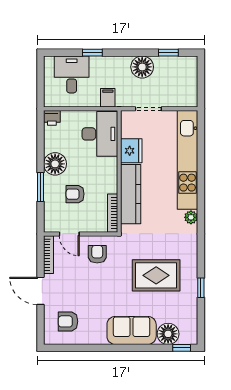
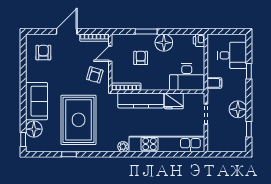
armchair: (97, 254) -> (95, 75), turned 106
rug: (156, 275) -> (79, 120), width x1.37, depth x1.44

